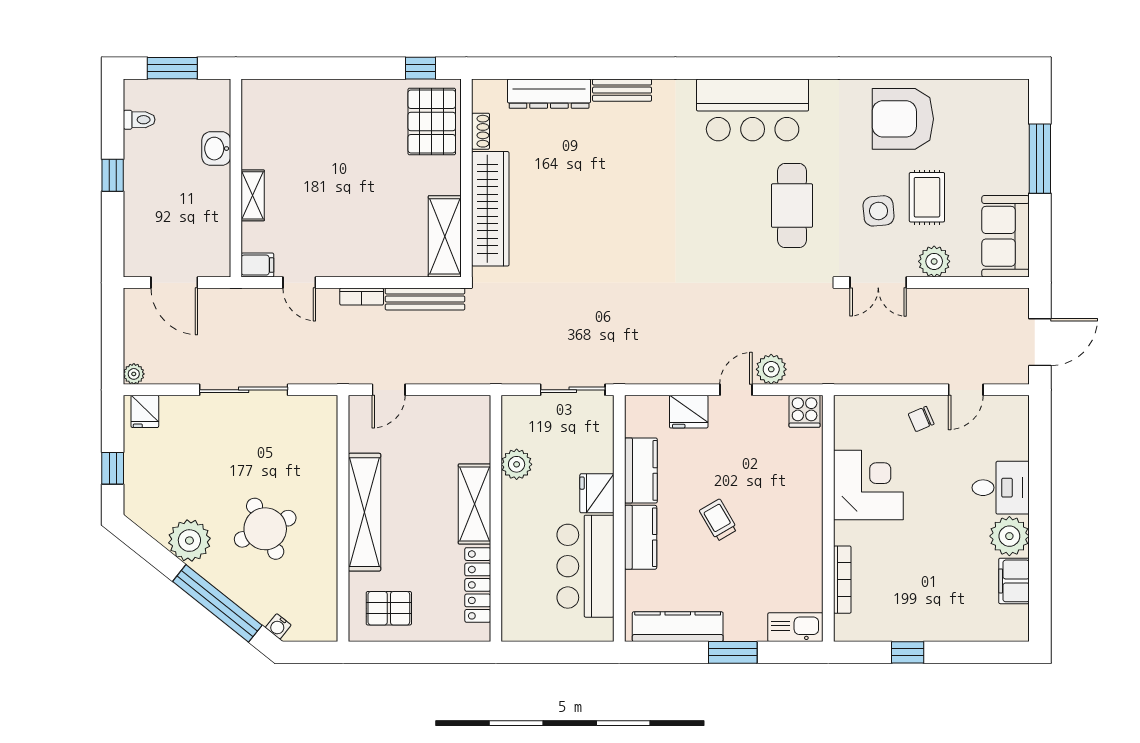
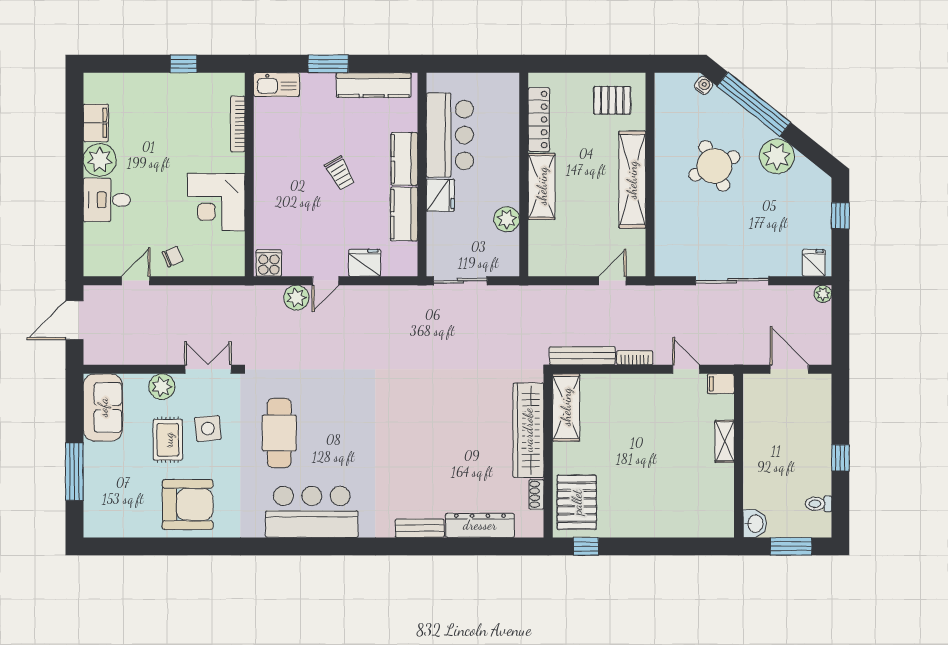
washbasin: (216, 149) -> (755, 524), moved

